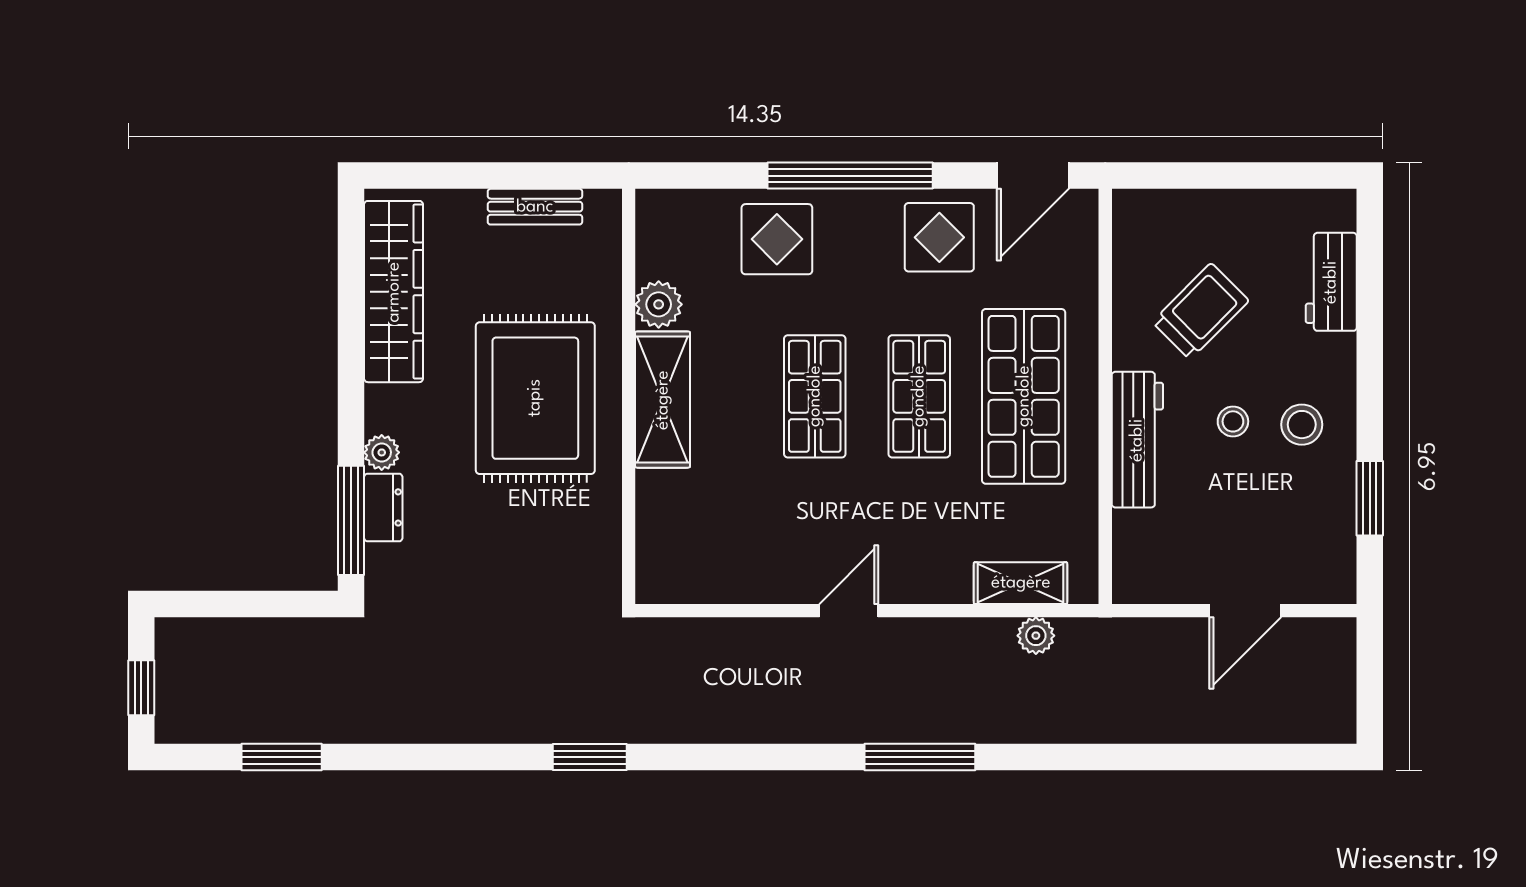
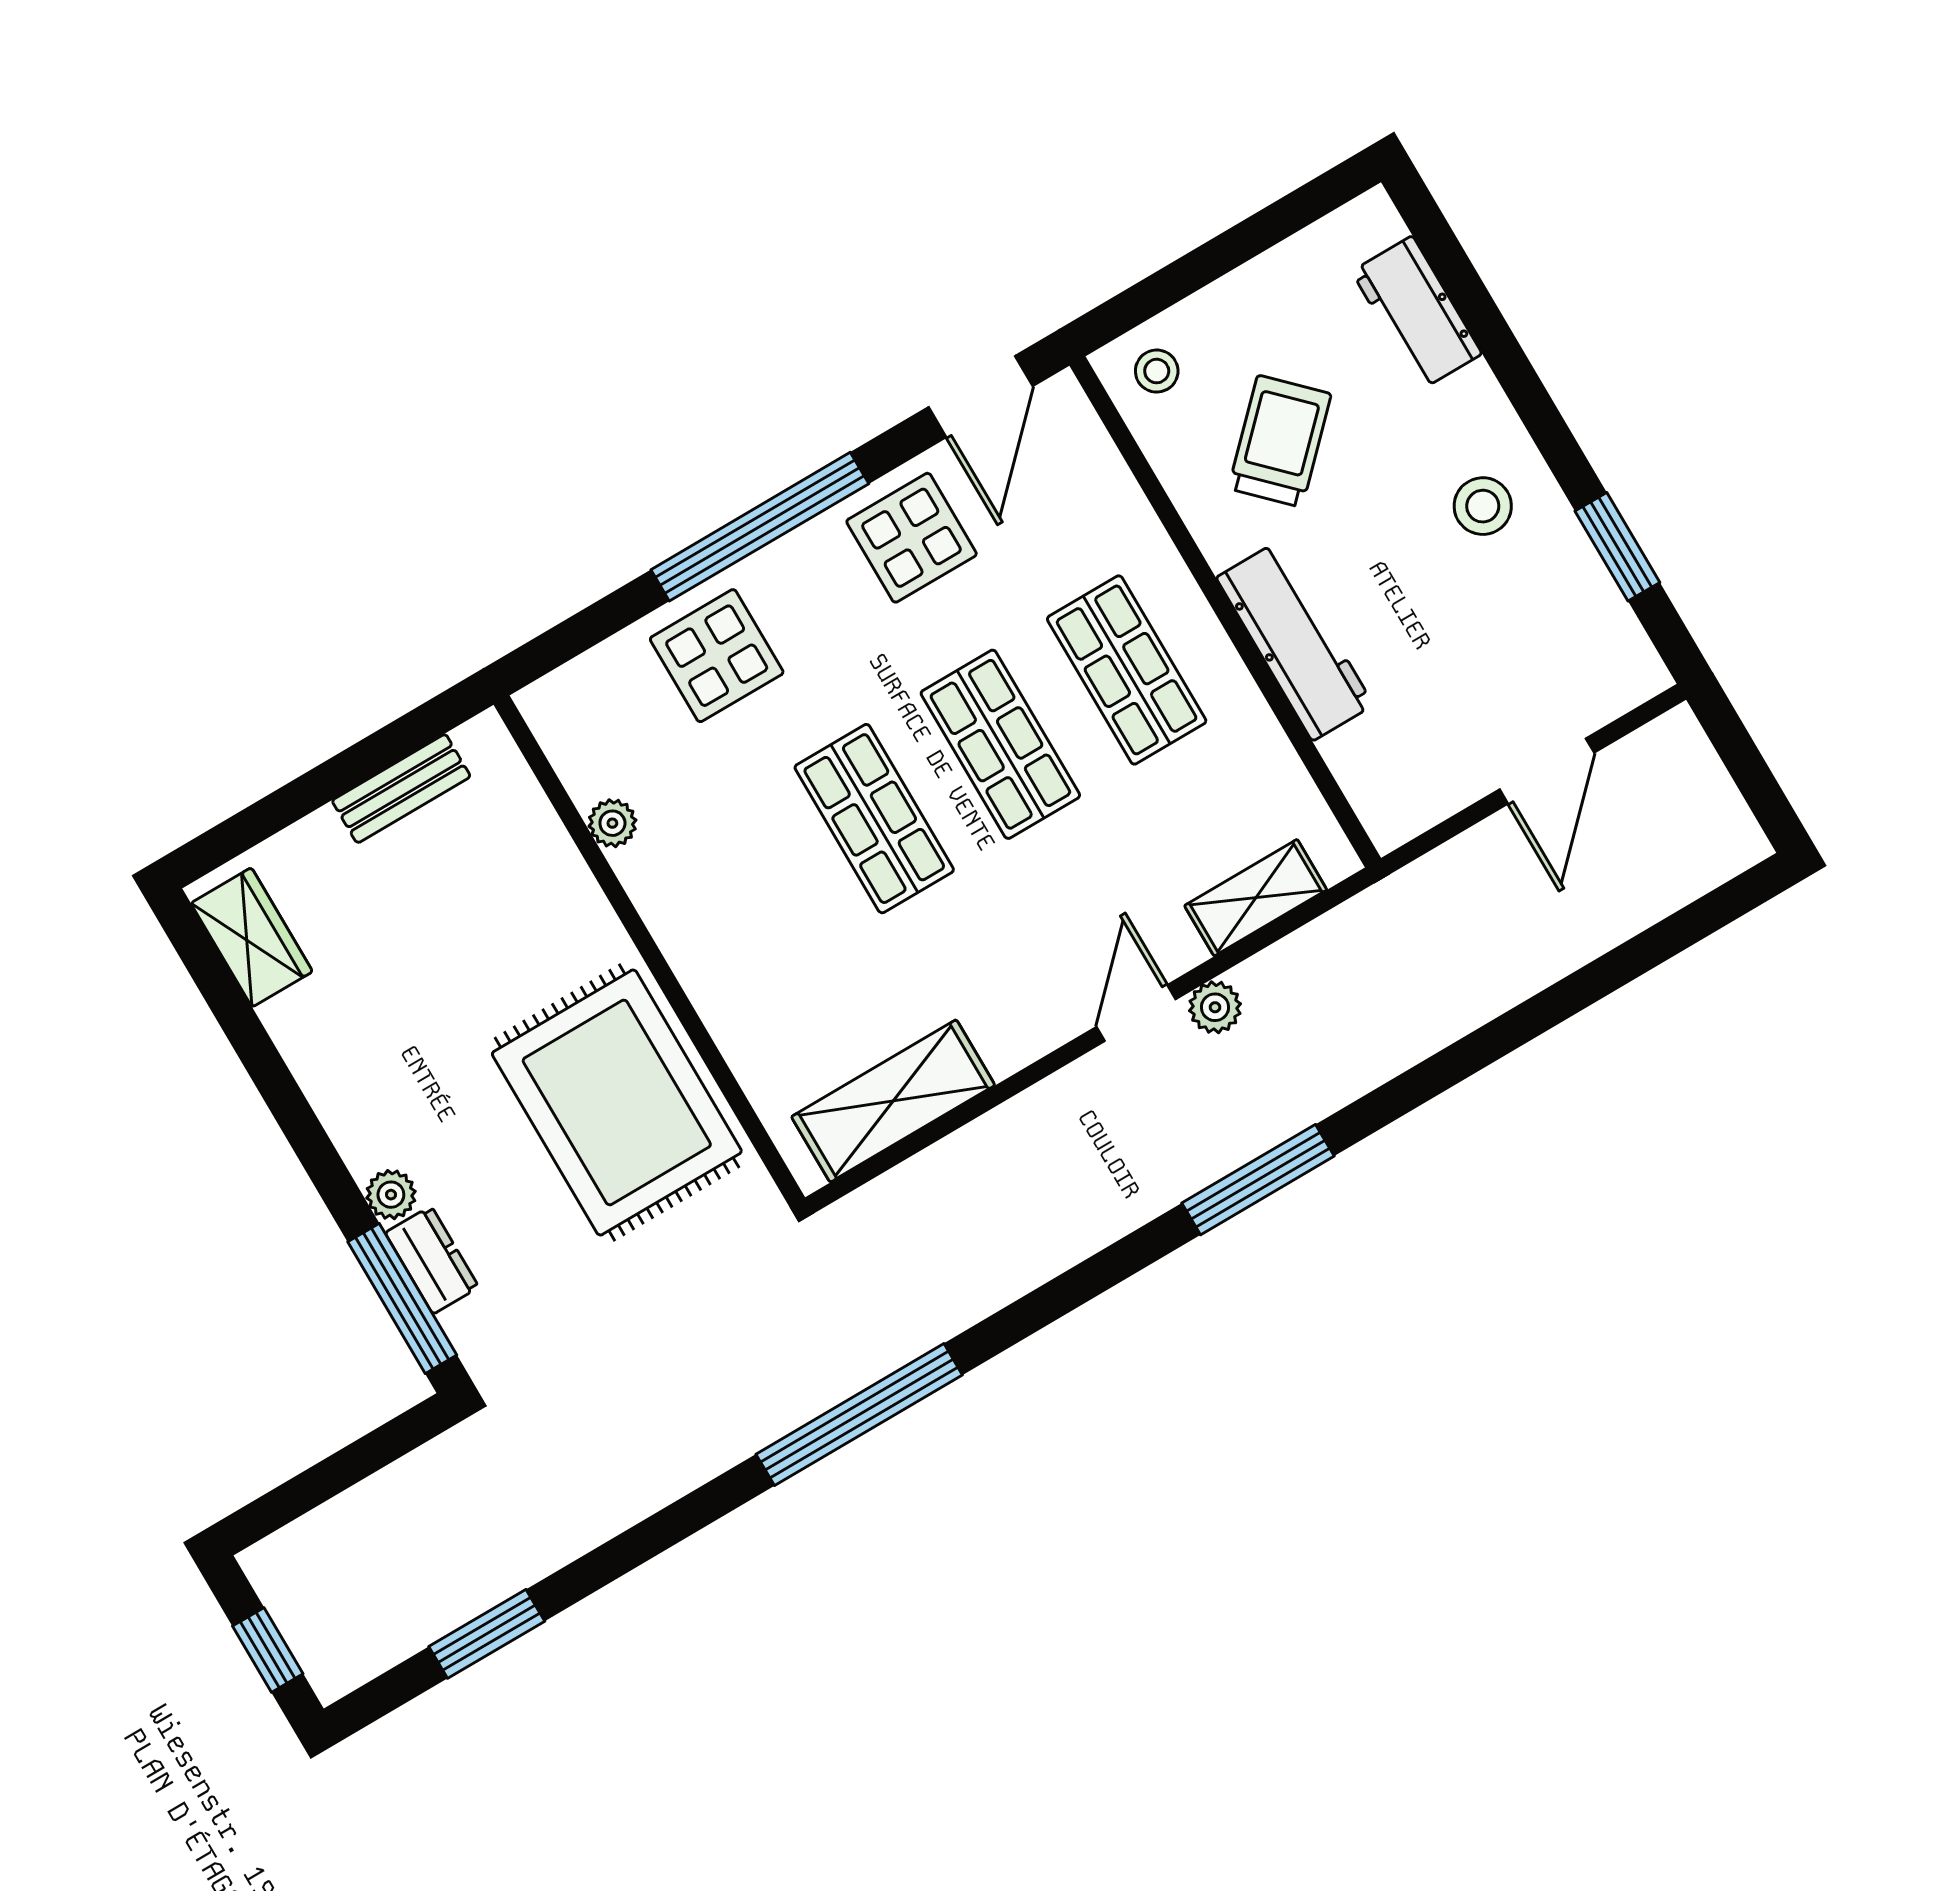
wardrobe: (394, 292) -> (252, 937), width x0.48, depth x0.85
plant: (659, 304) -> (612, 823), width x0.73, depth x0.73
shop shelf: (1024, 396) -> (1127, 670), width x0.70, depth x0.74
rug: (535, 398) -> (617, 1103), moved
shelving: (663, 400) -> (893, 1101), moved, turned 90
stool: (1233, 421) -> (1157, 371), moved
door: (849, 611) -> (1136, 1013), moved
plant: (1036, 636) -> (1215, 1007), moved
window: (590, 757) -> (859, 1415), width x2.11

